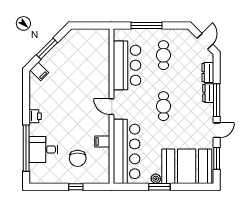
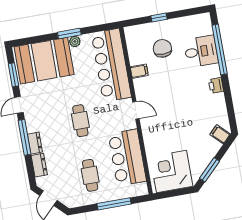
corner desk: (89, 46) -> (171, 171), added
window: (47, 49) -> (209, 170), moved

